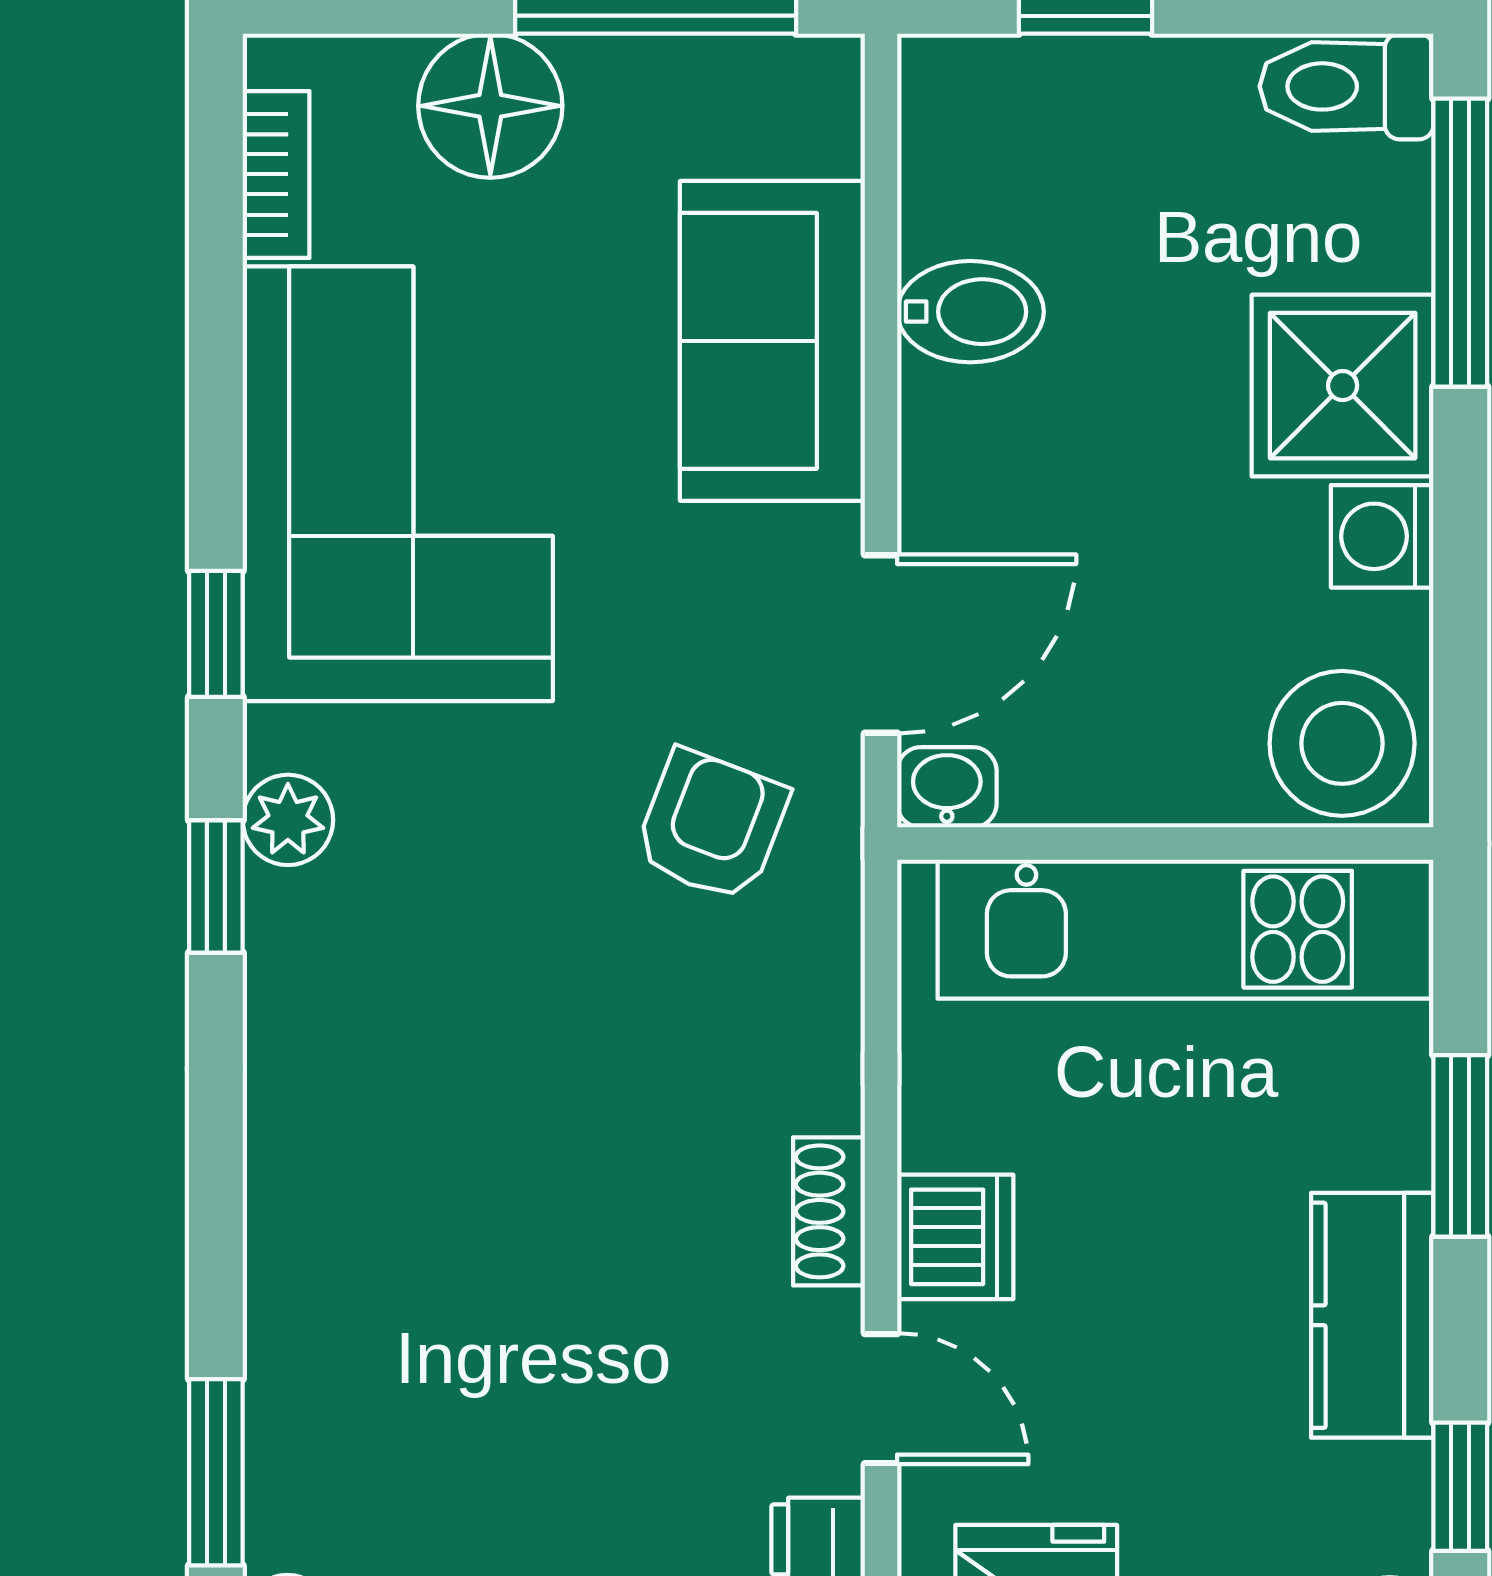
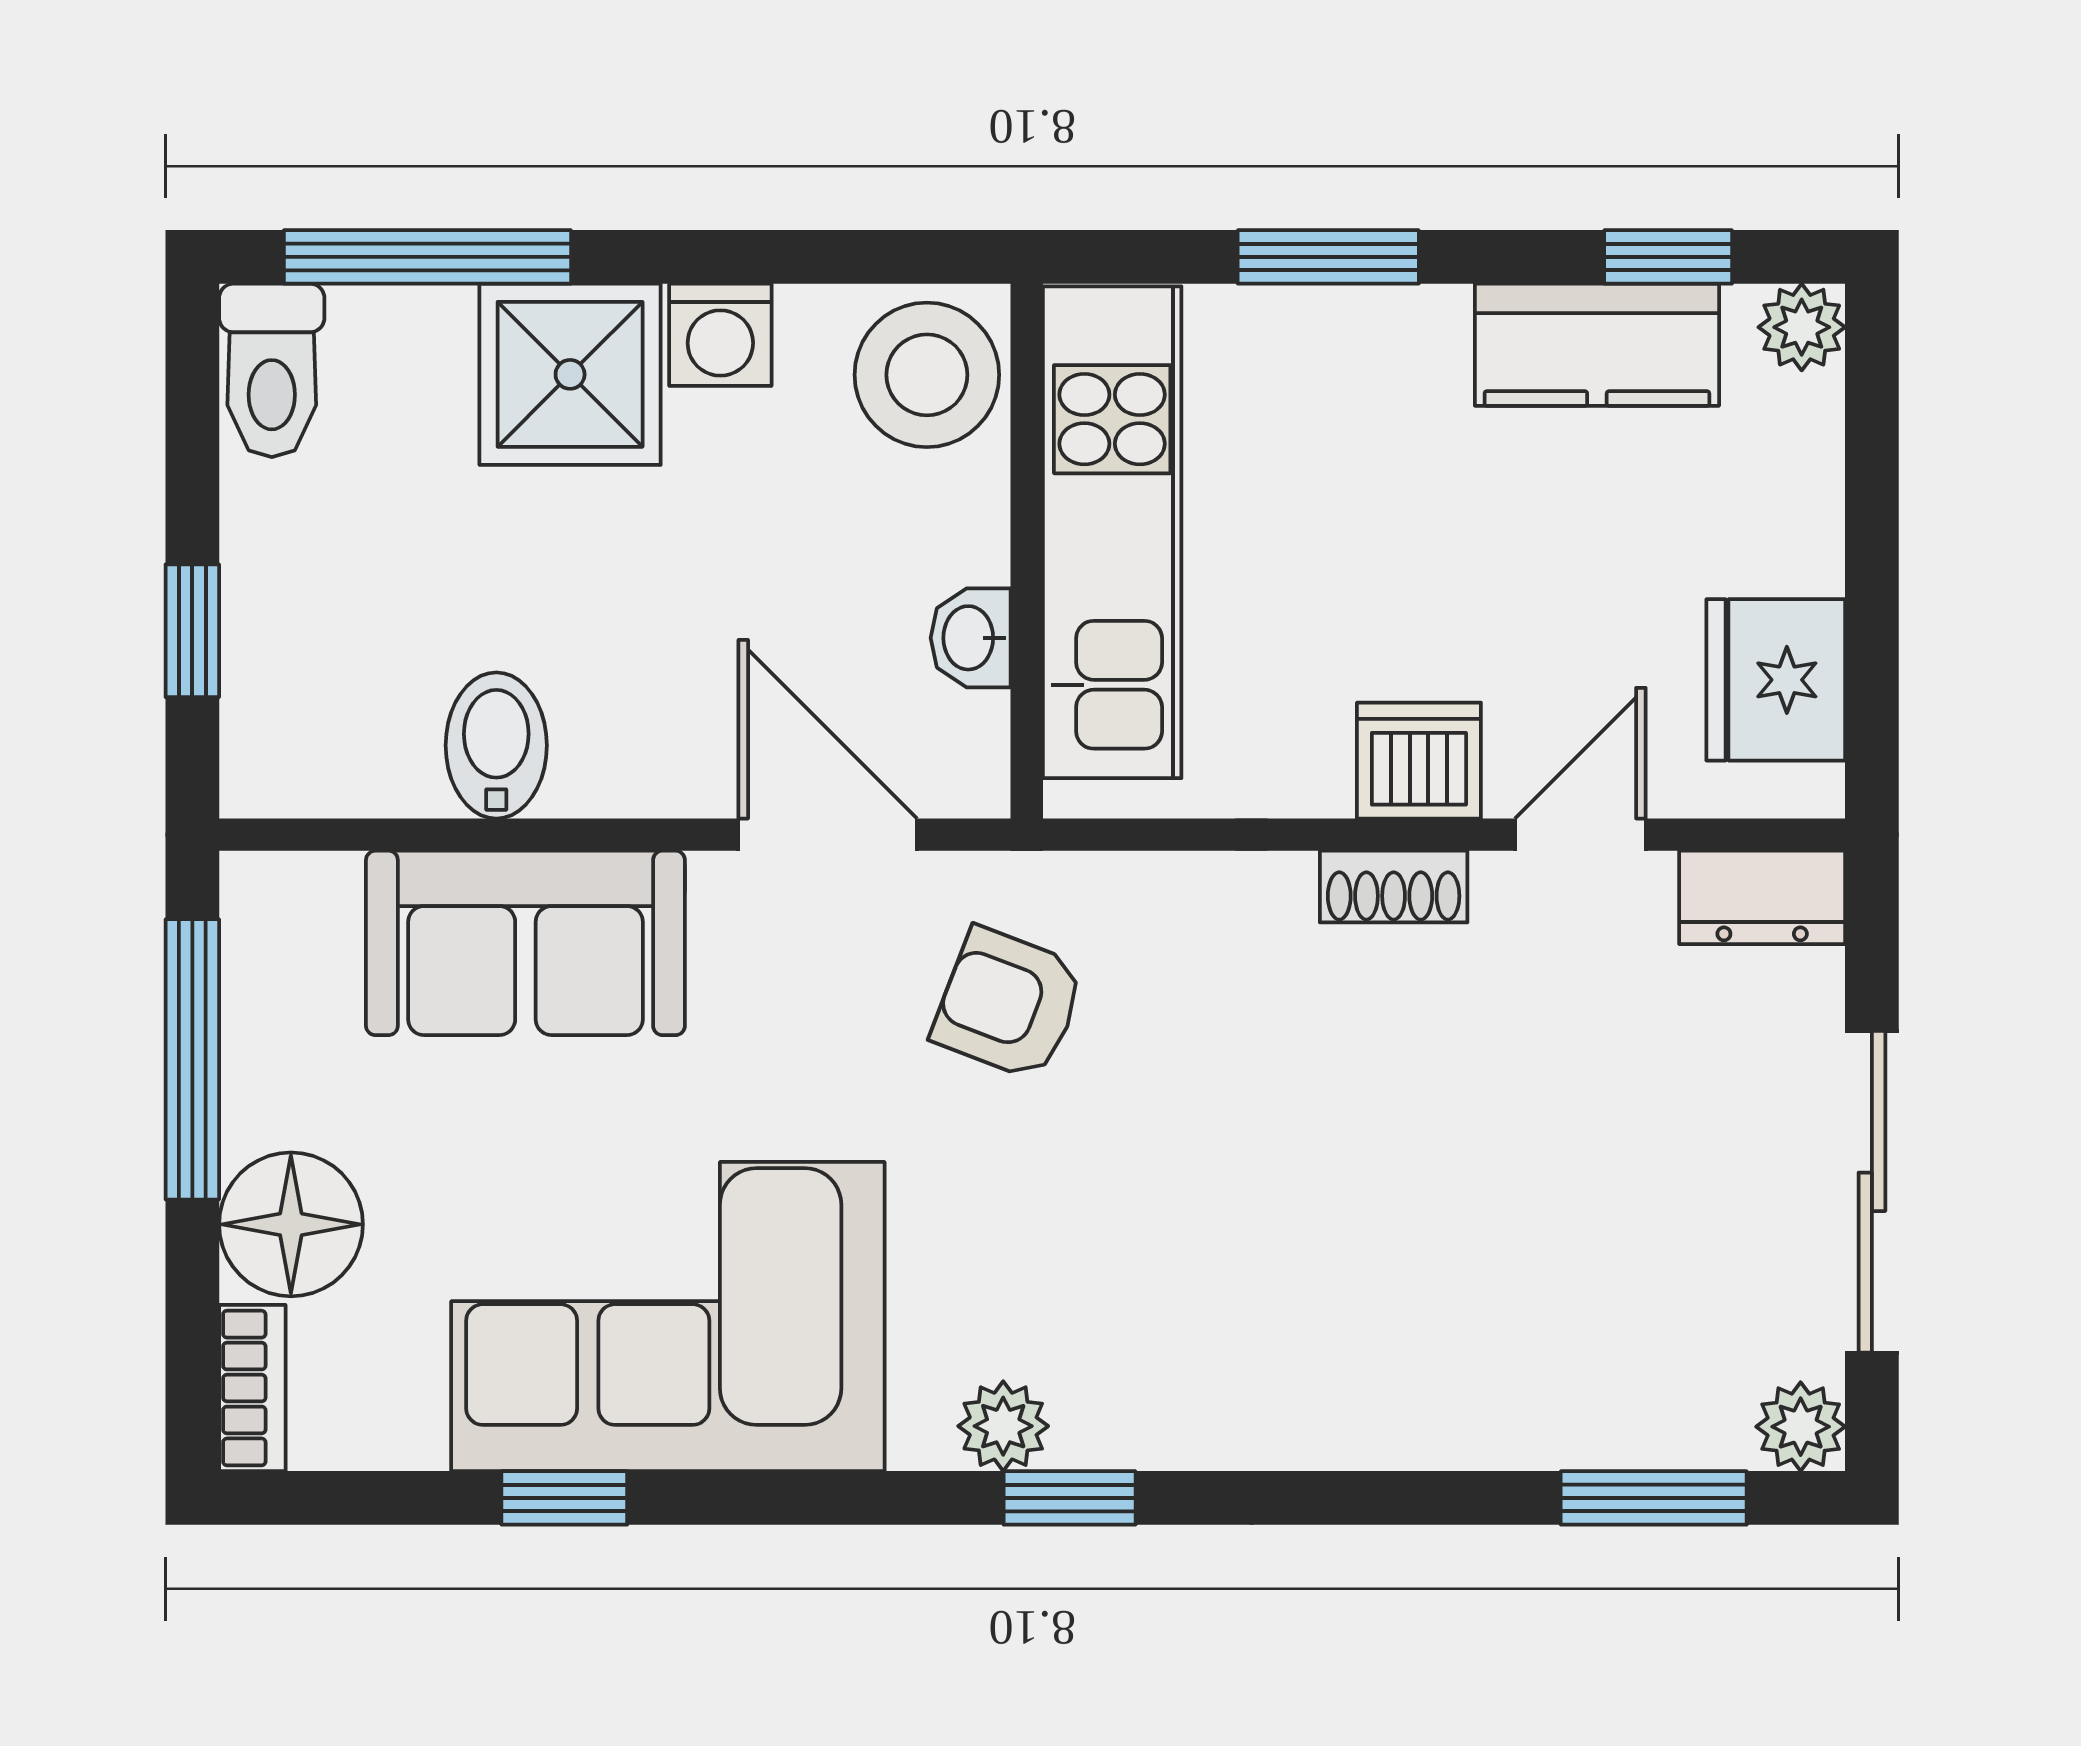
bookcase: (276, 174) -> (252, 1388), moved, turned 90
window: (216, 634) -> (564, 1498), moved
washbasin: (947, 787) -> (971, 638), moved
kitchen counter: (1372, 1315) -> (1597, 345), moved

